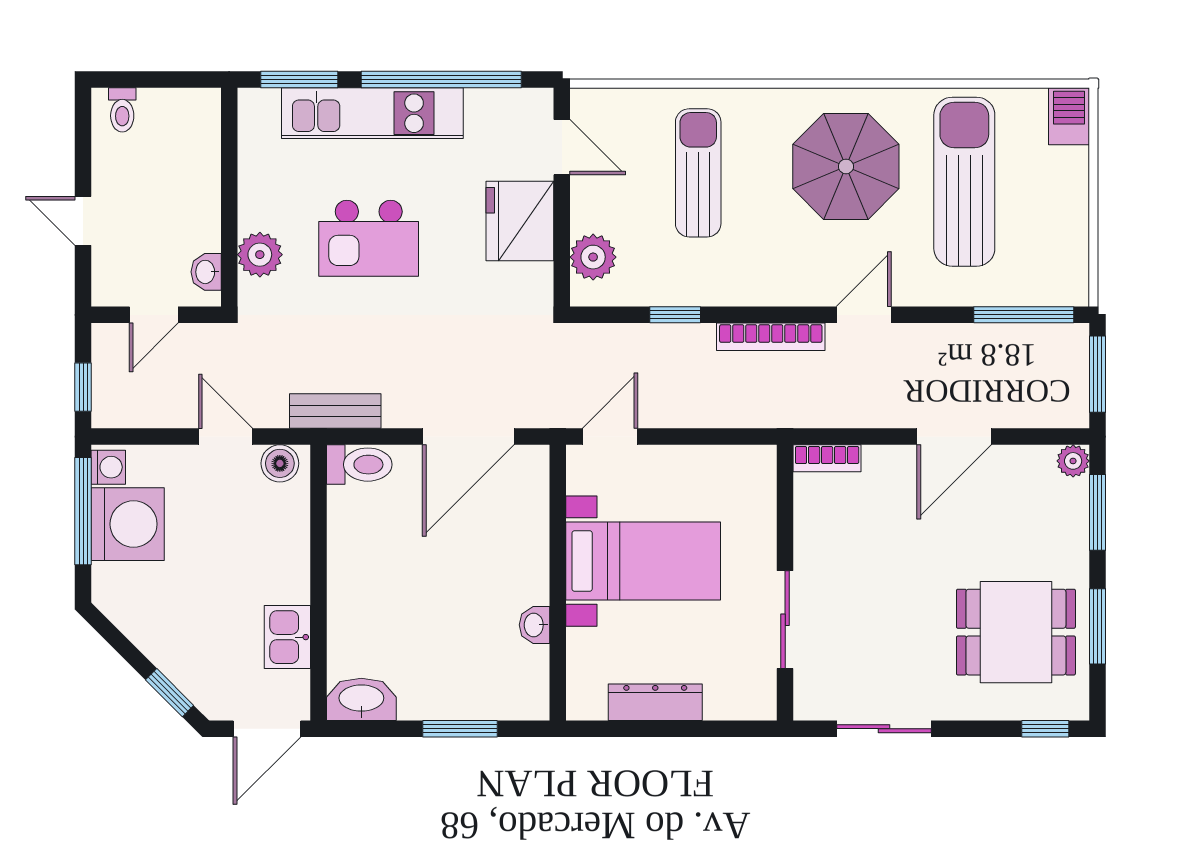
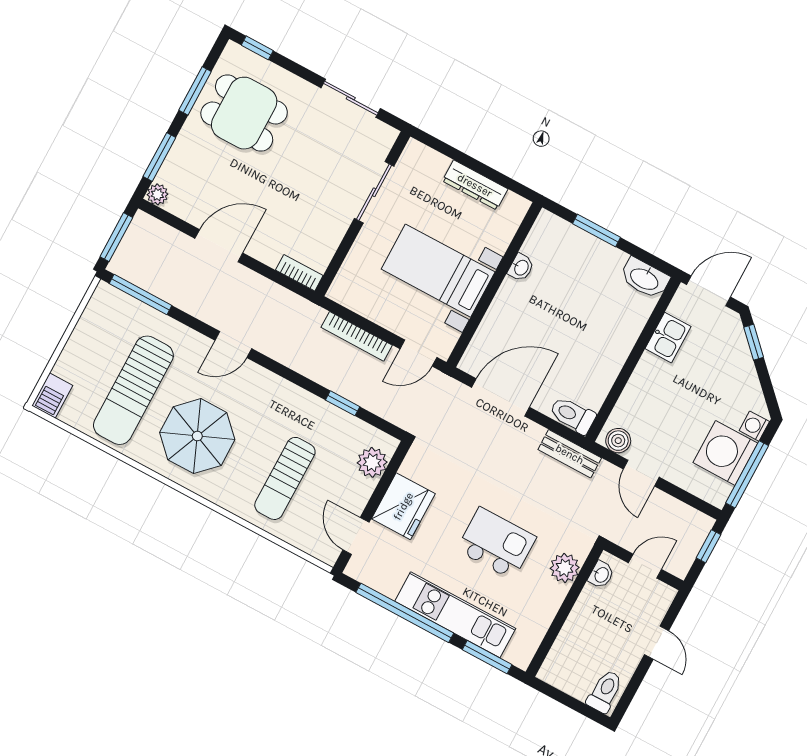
toilet: (122, 110) -> (605, 691), width x1.37, depth x1.39
bookcase: (771, 337) -> (357, 336), moved, turned 180
washing machine: (108, 467) -> (754, 426), moved

